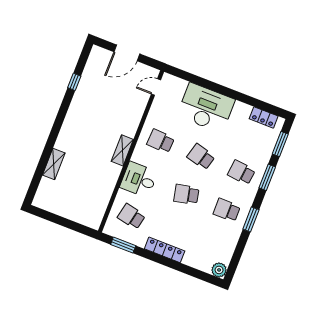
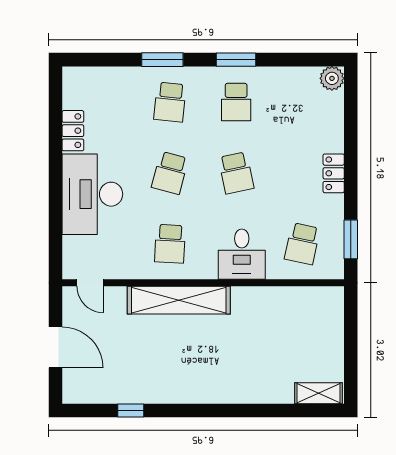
locker: (264, 117) -> (73, 131), moved
window: (280, 144) -> (104, 60), removed
shelving: (122, 150) -> (179, 300), width x2.20, depth x1.33
shelving: (54, 164) -> (318, 393), moved
locker: (165, 250) -> (334, 173), width x0.66

